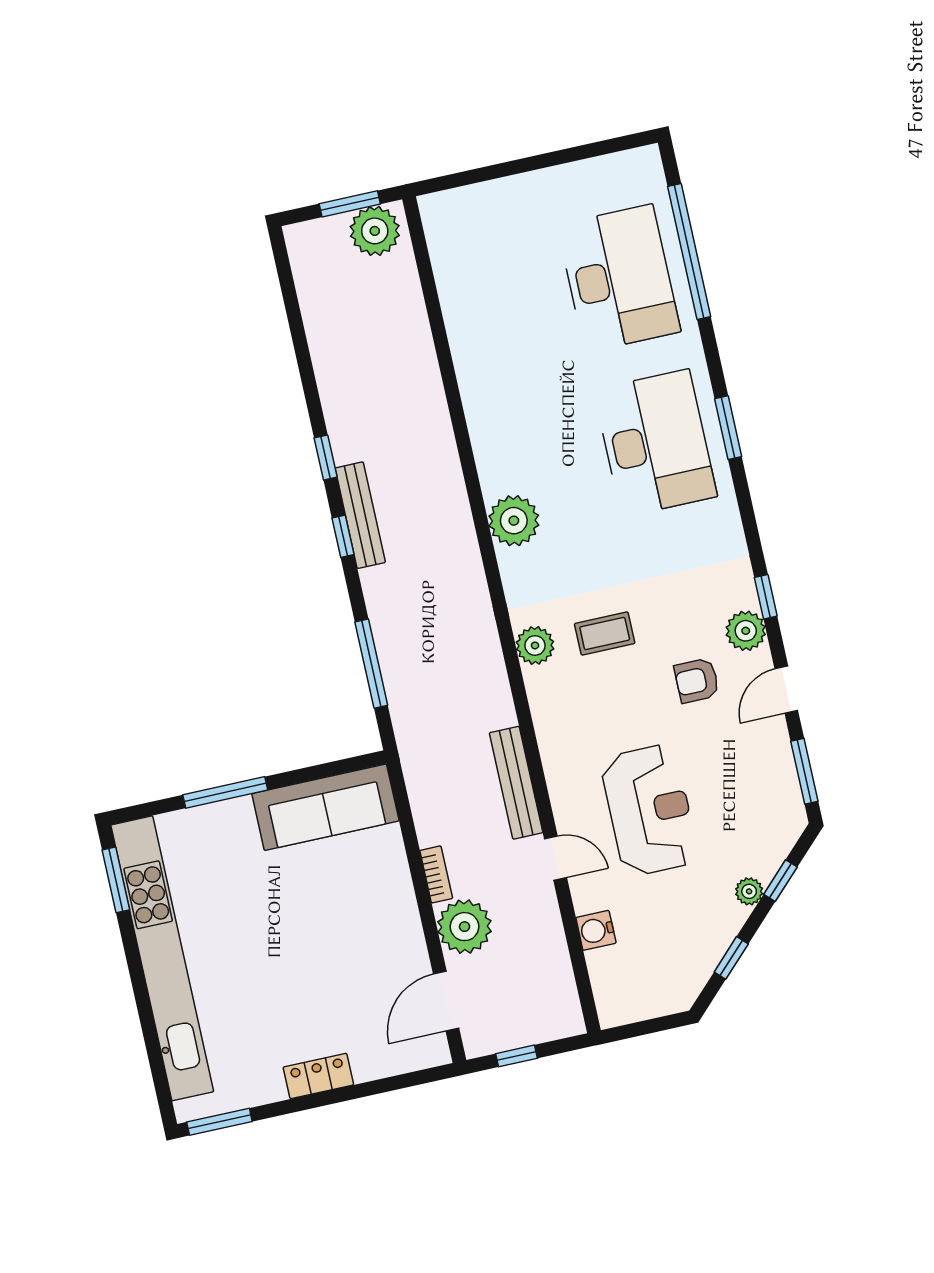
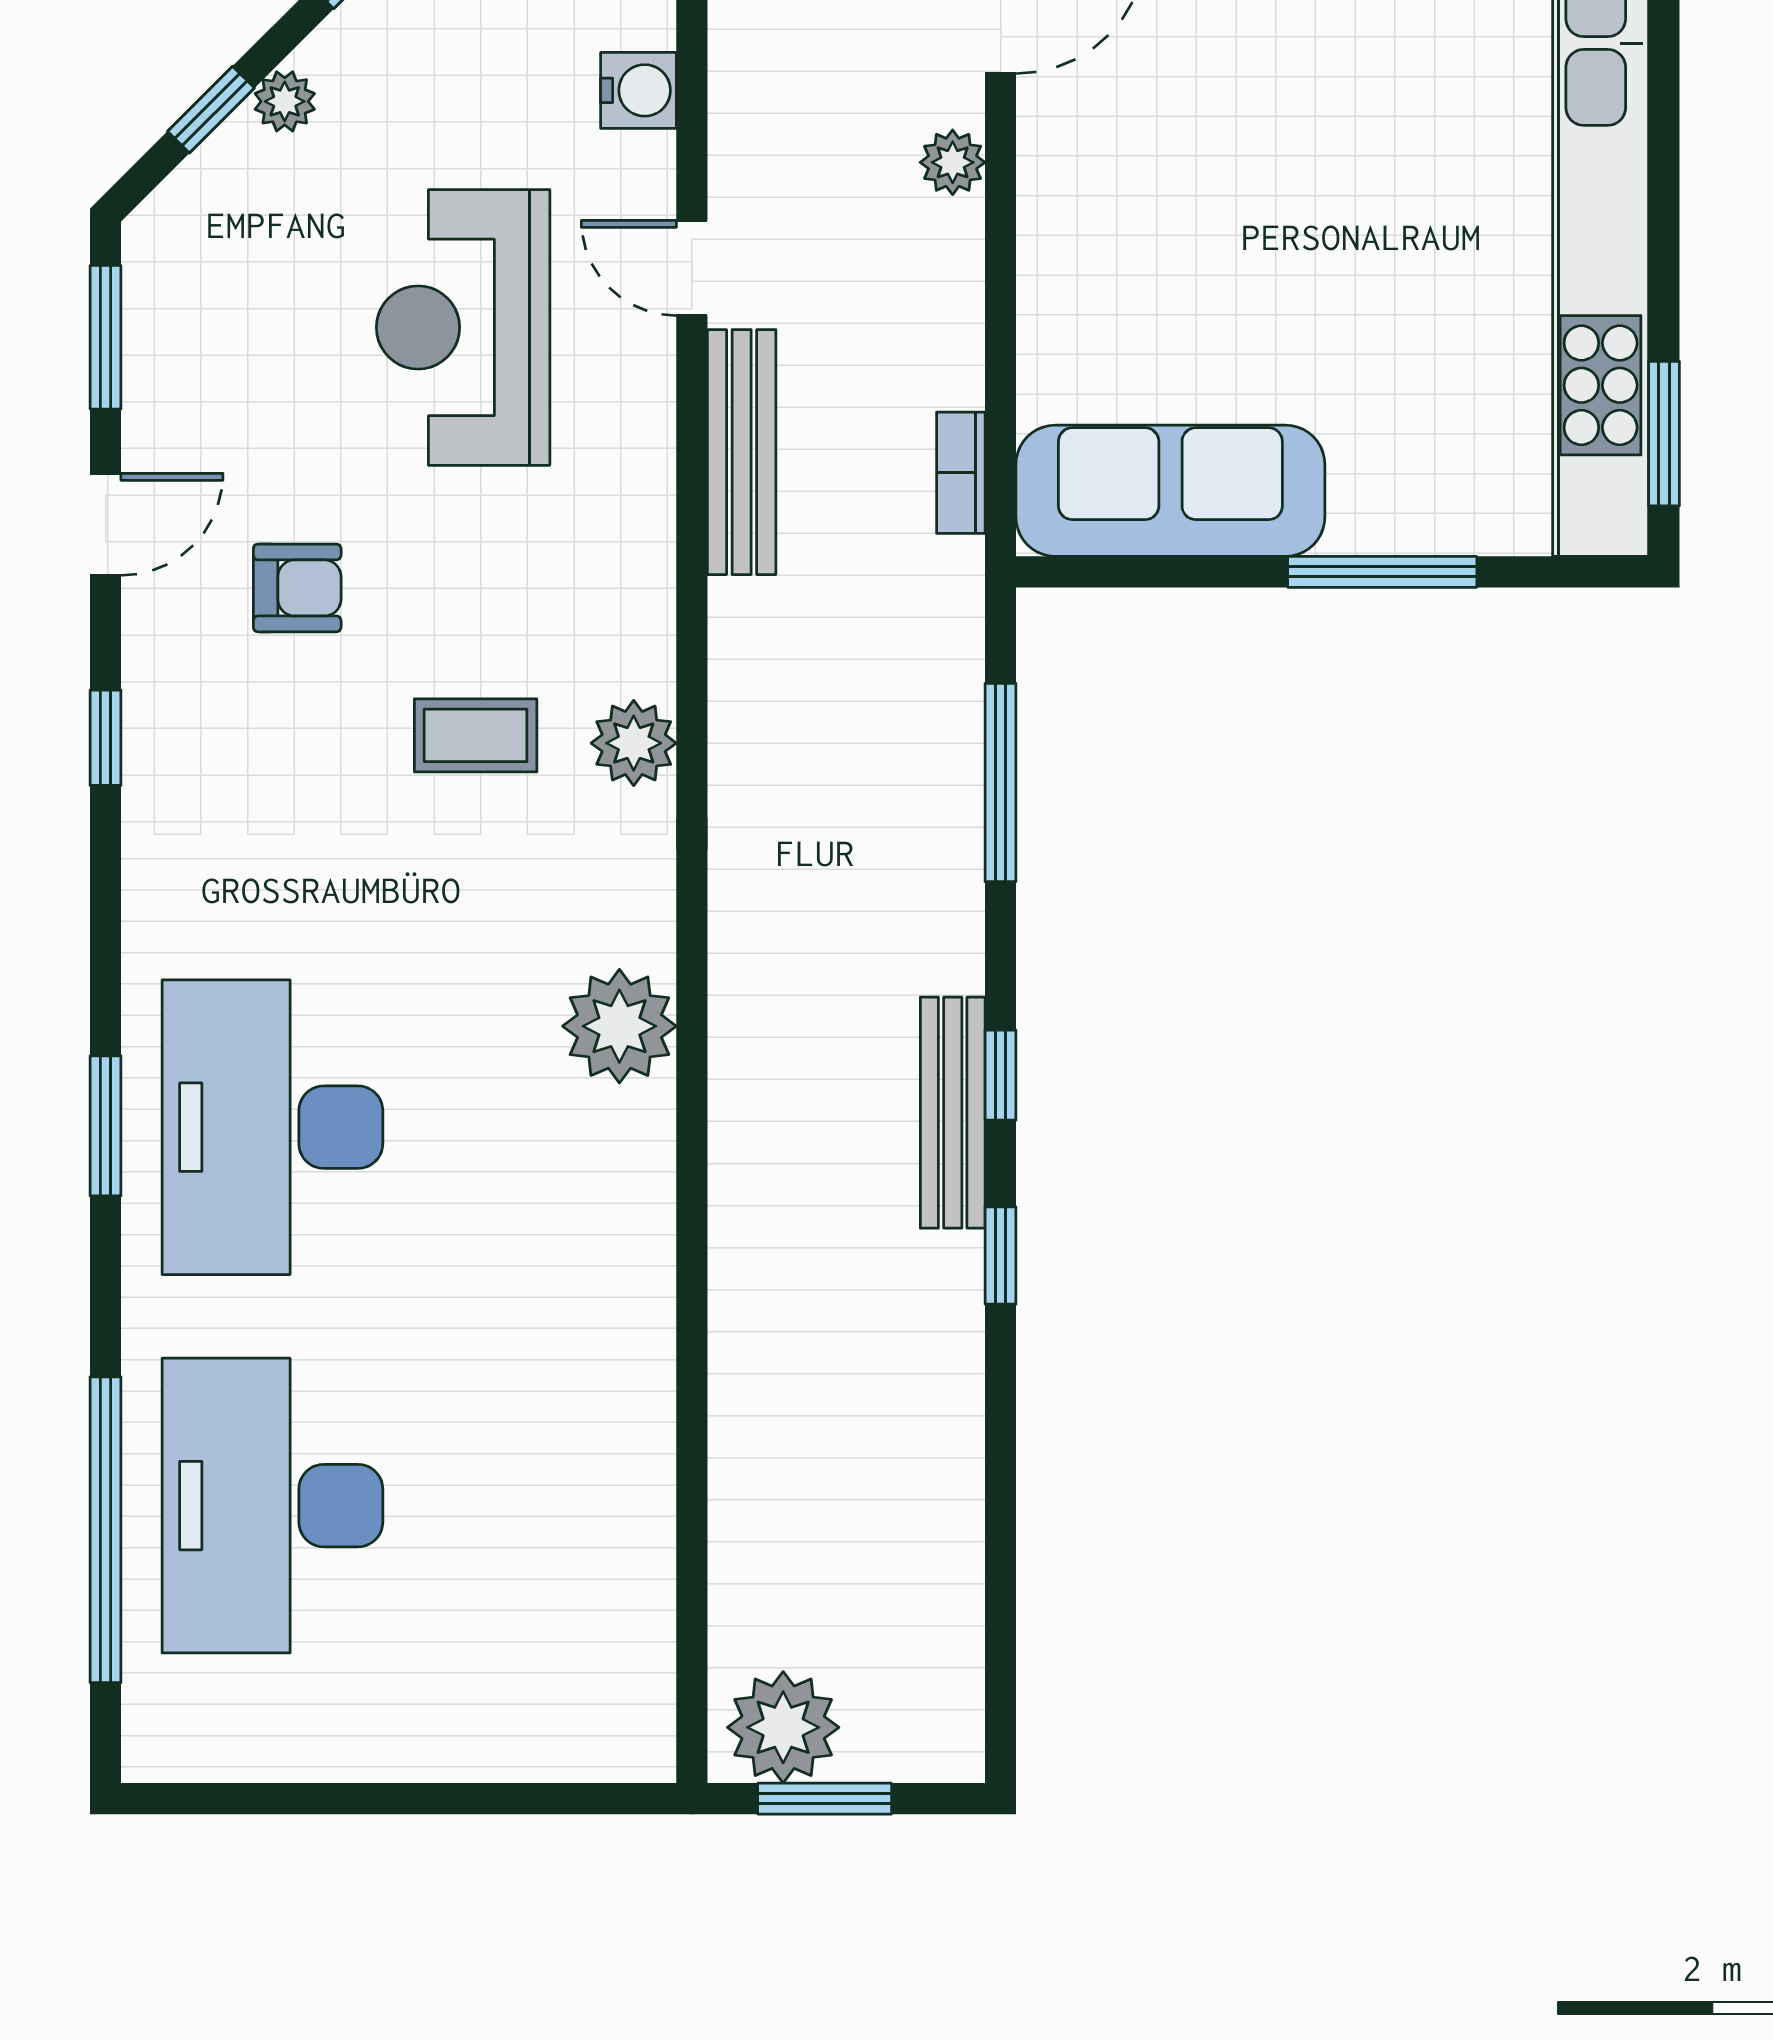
plant: (746, 631) -> (166, 673), removed
bookcase: (436, 874) -> (961, 473), moved
plant: (464, 927) -> (953, 162), width x0.53, depth x0.53

